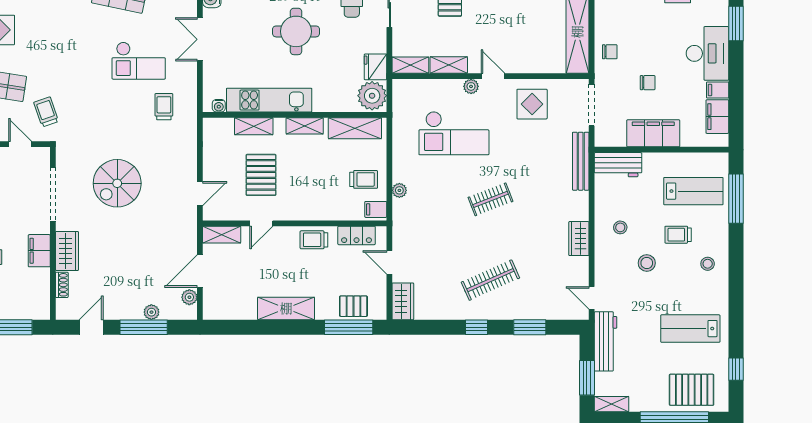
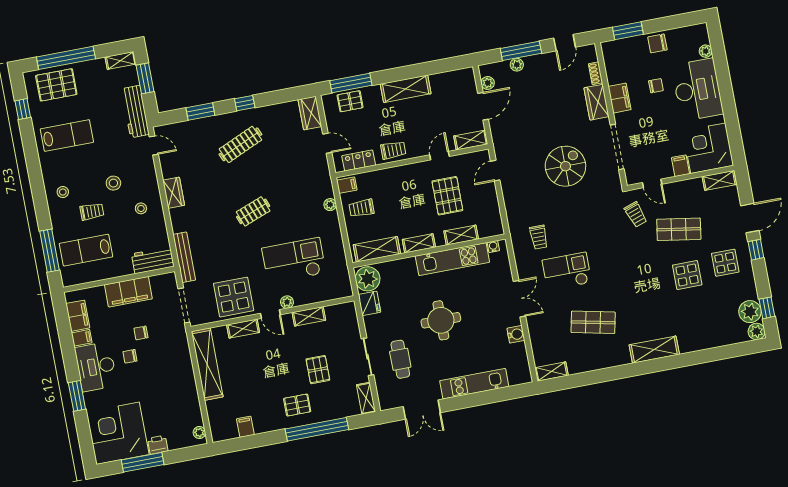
chair: (610, 52) -> (130, 356), moved
shelving: (410, 65) -> (243, 329), moved
display table: (532, 104) -> (234, 297), width x1.36, depth x1.36

